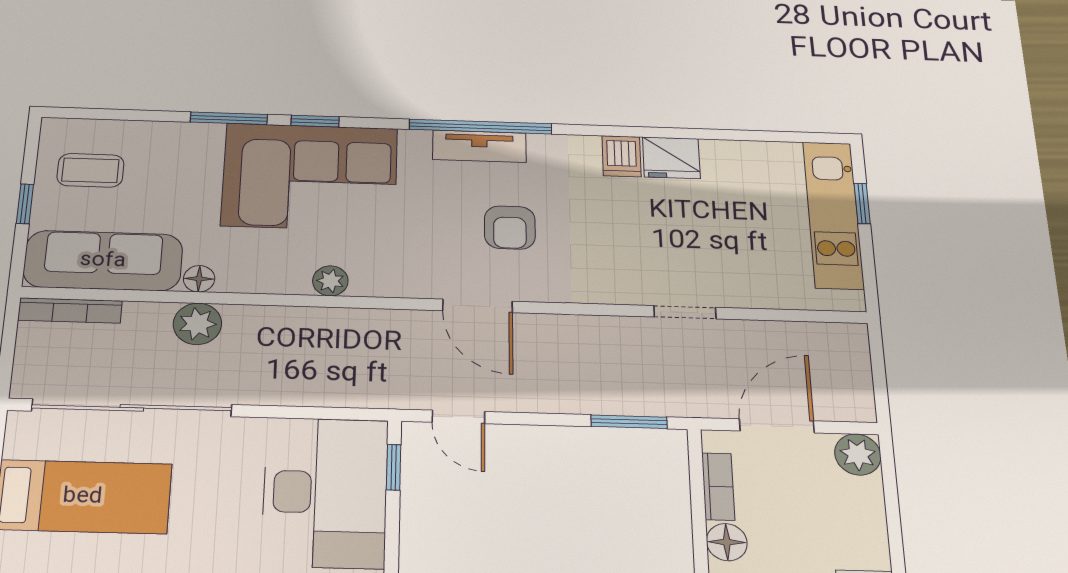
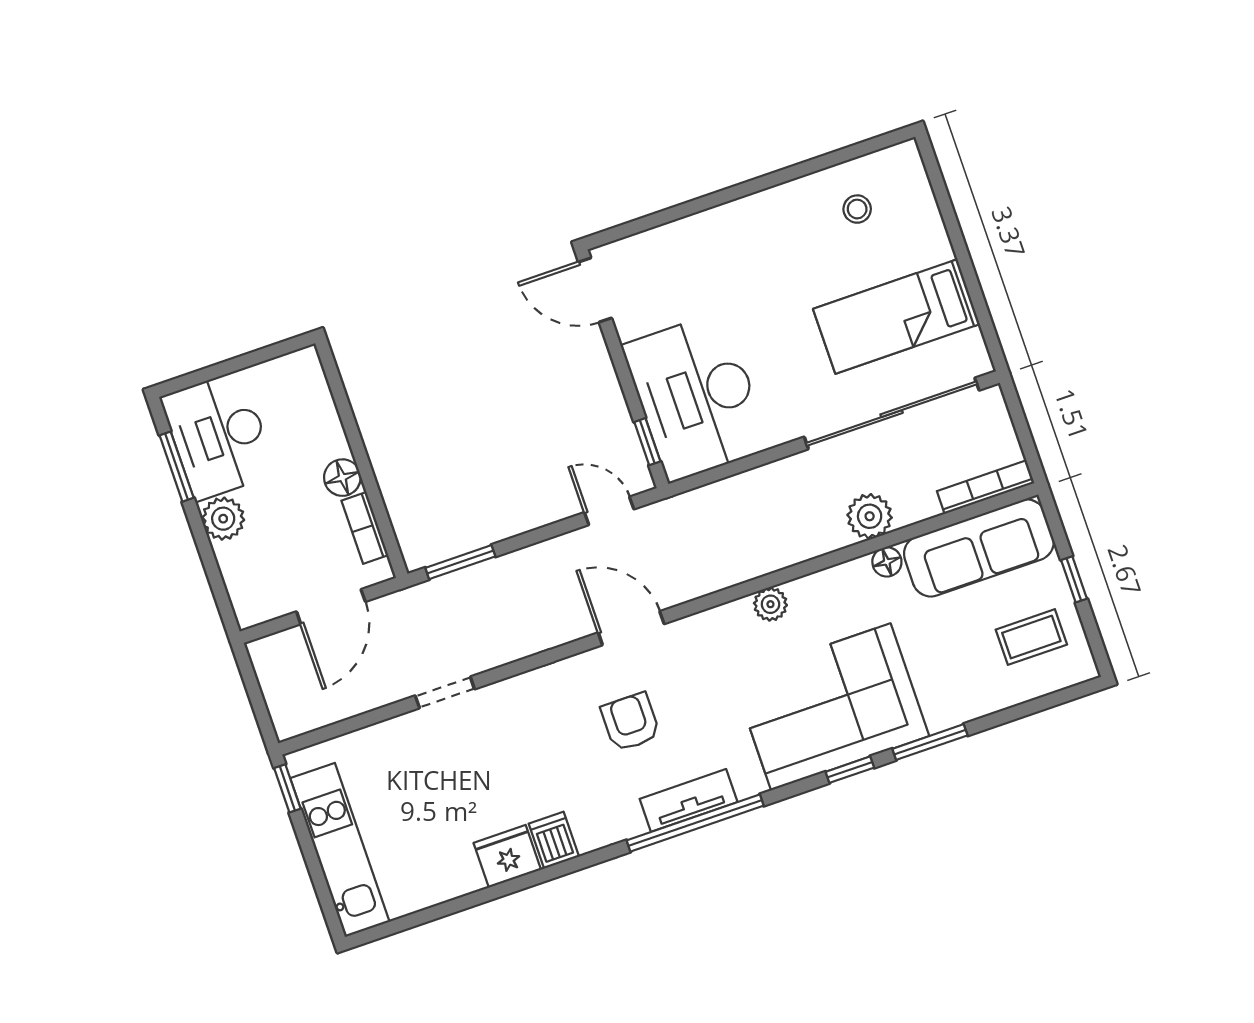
window: (862, 204) -> (287, 788), moved
plant: (858, 454) -> (223, 519), moved

